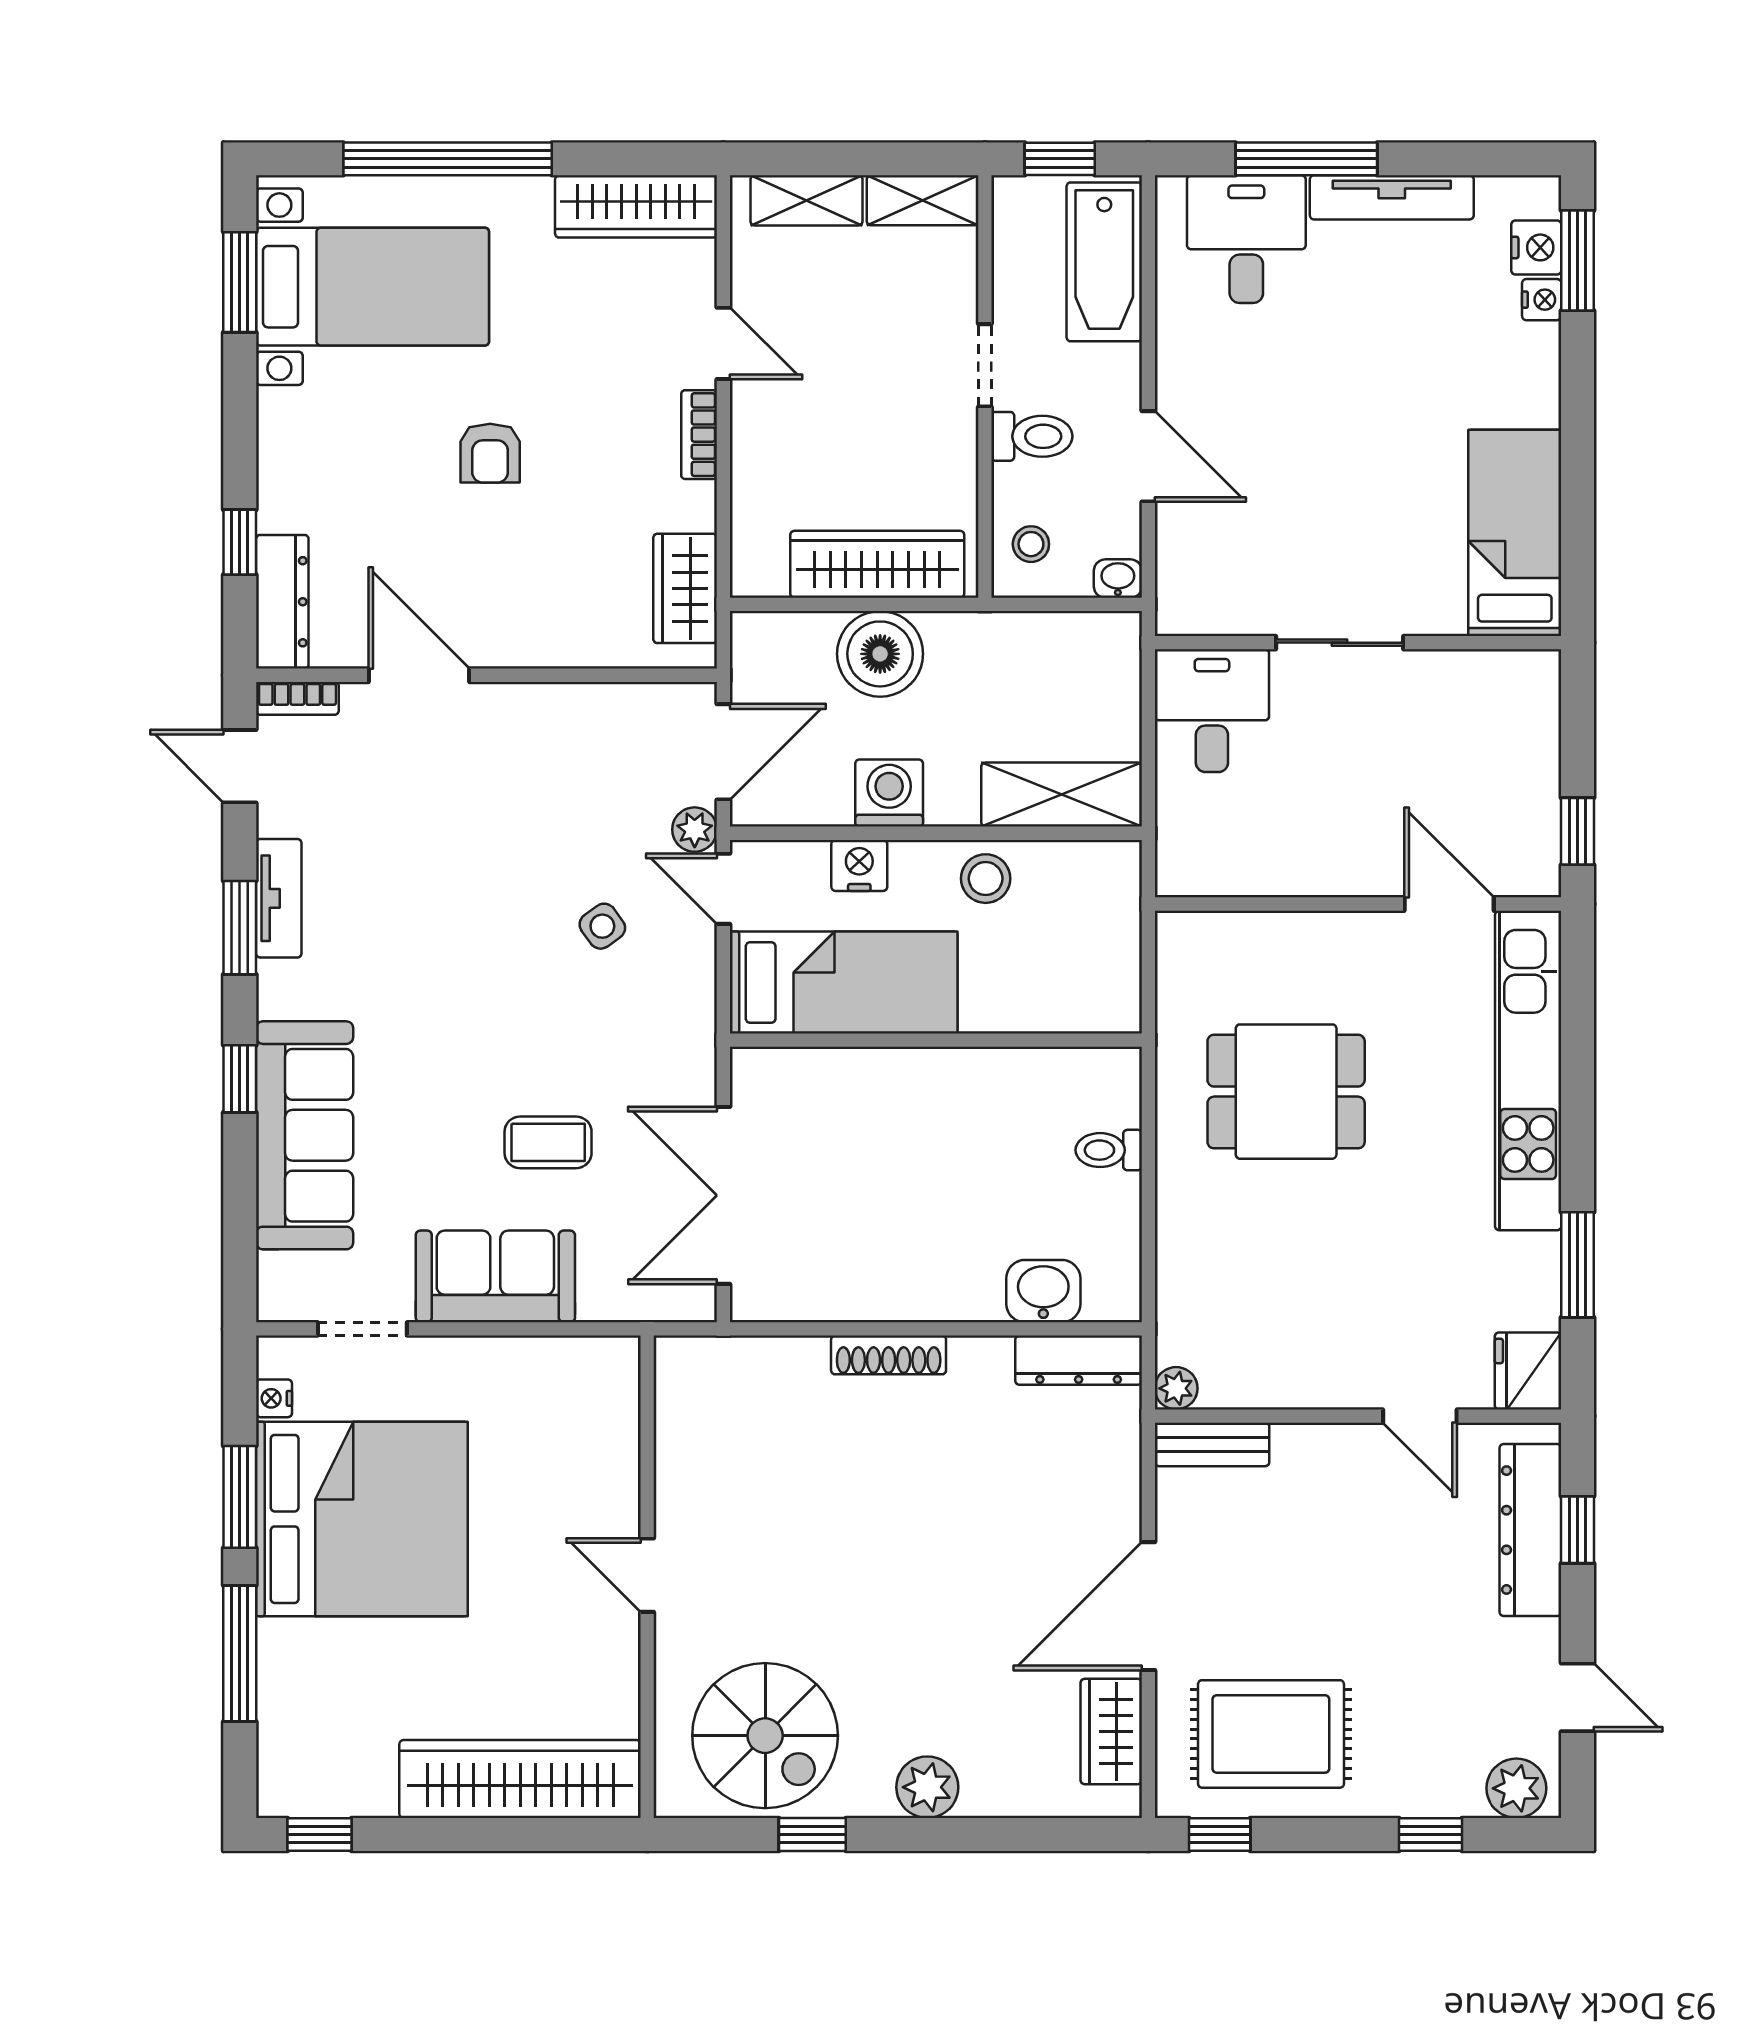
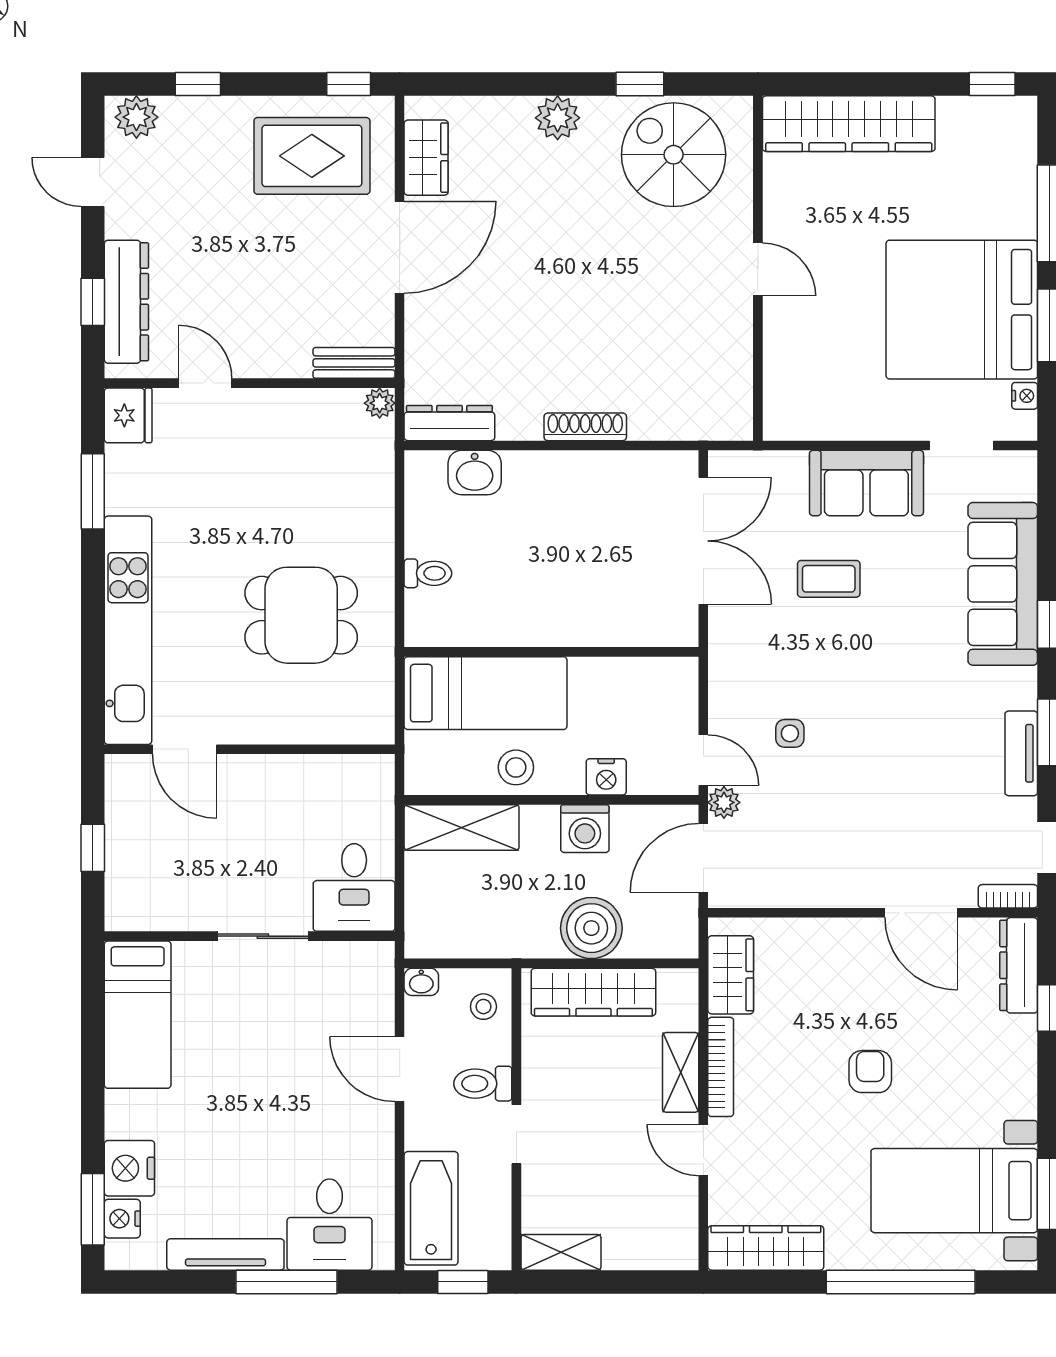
shelving: (807, 200) -> (681, 1072), moved, turned 90
nightstand: (1542, 300) -> (129, 1168), width x1.89, depth x1.79
bookcase: (699, 435) -> (721, 1067), width x1.56
window: (1578, 831) -> (93, 848), moved
side table: (602, 926) -> (790, 733), turned 36
bed: (844, 983) -> (486, 693), moved, turned 180

